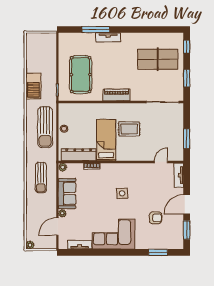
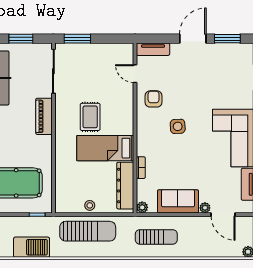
piano: (116, 95) -> (44, 116), moved
window: (187, 139) -> (77, 39), moved
door: (187, 204) -> (193, 39), swing flipped
armchair: (156, 218) -> (154, 99), moved

